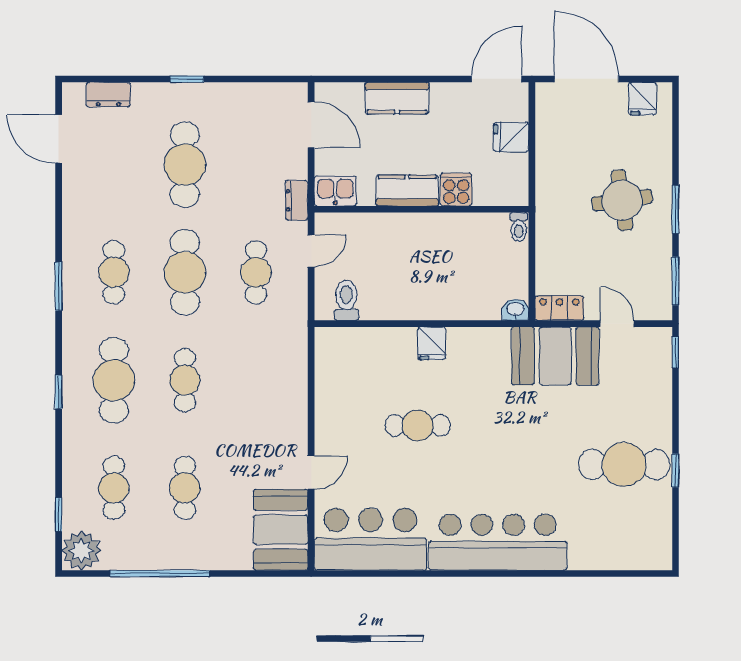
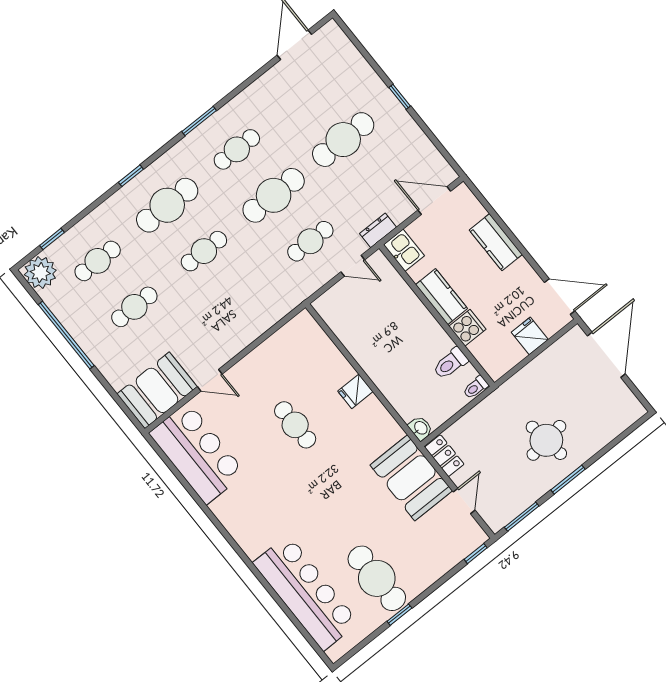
dresser: (108, 95) -> (349, 54), removed
fridge: (642, 99) -> (622, 401), removed
door: (311, 125) -> (434, 201), swing flipped
toilet: (346, 300) -> (450, 363), moved, turned 180
bar counter: (498, 542) -> (306, 593), moved

